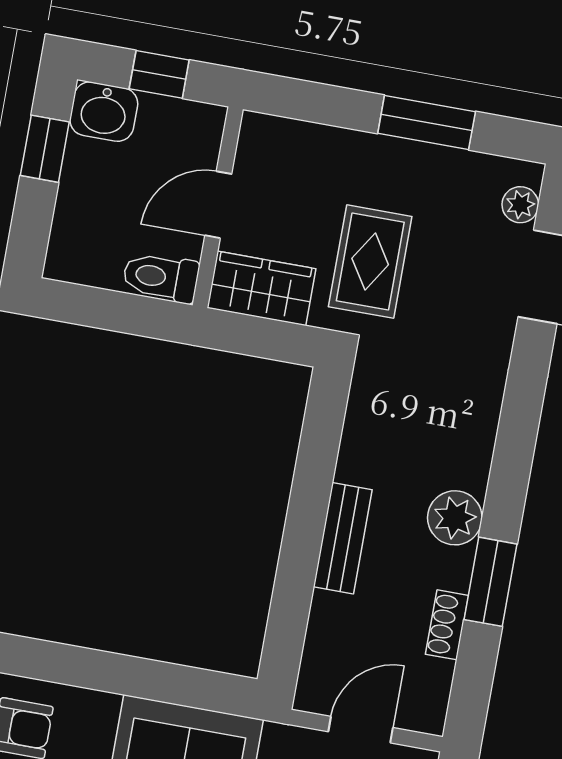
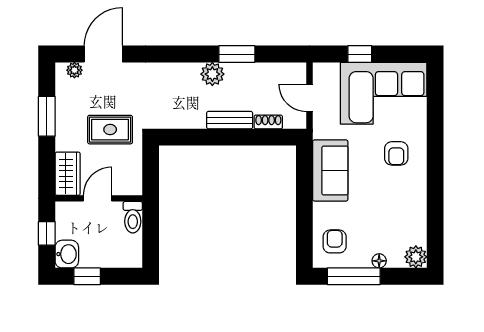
door: (218, 205) -> (98, 198), swing flipped
wardrobe: (261, 288) -> (68, 174), moved, turned 180
shoe rack: (447, 625) -> (268, 122), moved, turned 180

